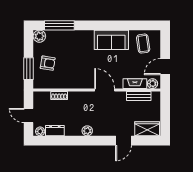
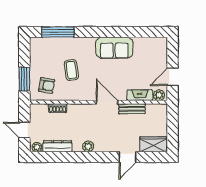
plant: (39, 36) -> (36, 44), removed
coffee table: (143, 44) -> (71, 70), moved
armchair: (48, 63) -> (47, 85), moved
bench: (139, 96) -> (132, 109), moved
dresser: (55, 131) -> (57, 146), width x1.44

